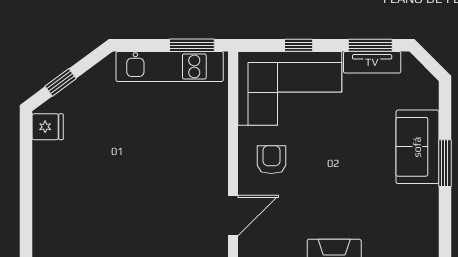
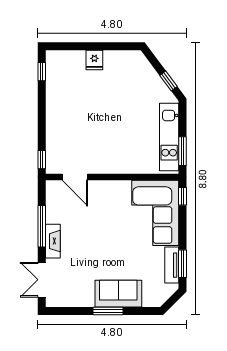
window: (299, 45) -> (183, 196), moved
window: (61, 82) -> (169, 81), moved
fridge: (48, 127) -> (94, 60), moved
armchair: (271, 160) -> (110, 201), removed

